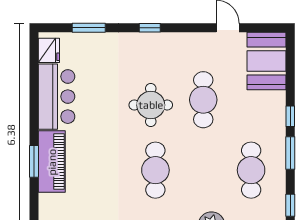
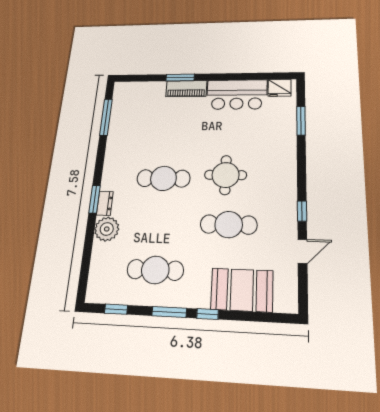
window: (150, 28) -> (302, 211), moved
booth: (267, 61) -> (242, 290), moved
piano: (52, 162) -> (186, 89), width x0.73, depth x0.75

